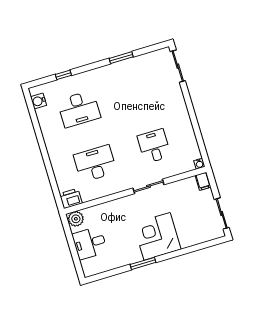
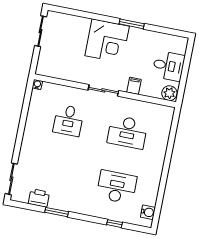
filing cabinet: (203, 181) -> (134, 86), moved
sliding door: (148, 186) -> (103, 90), moved
printer: (71, 198) -> (39, 198), moved, turned 180

